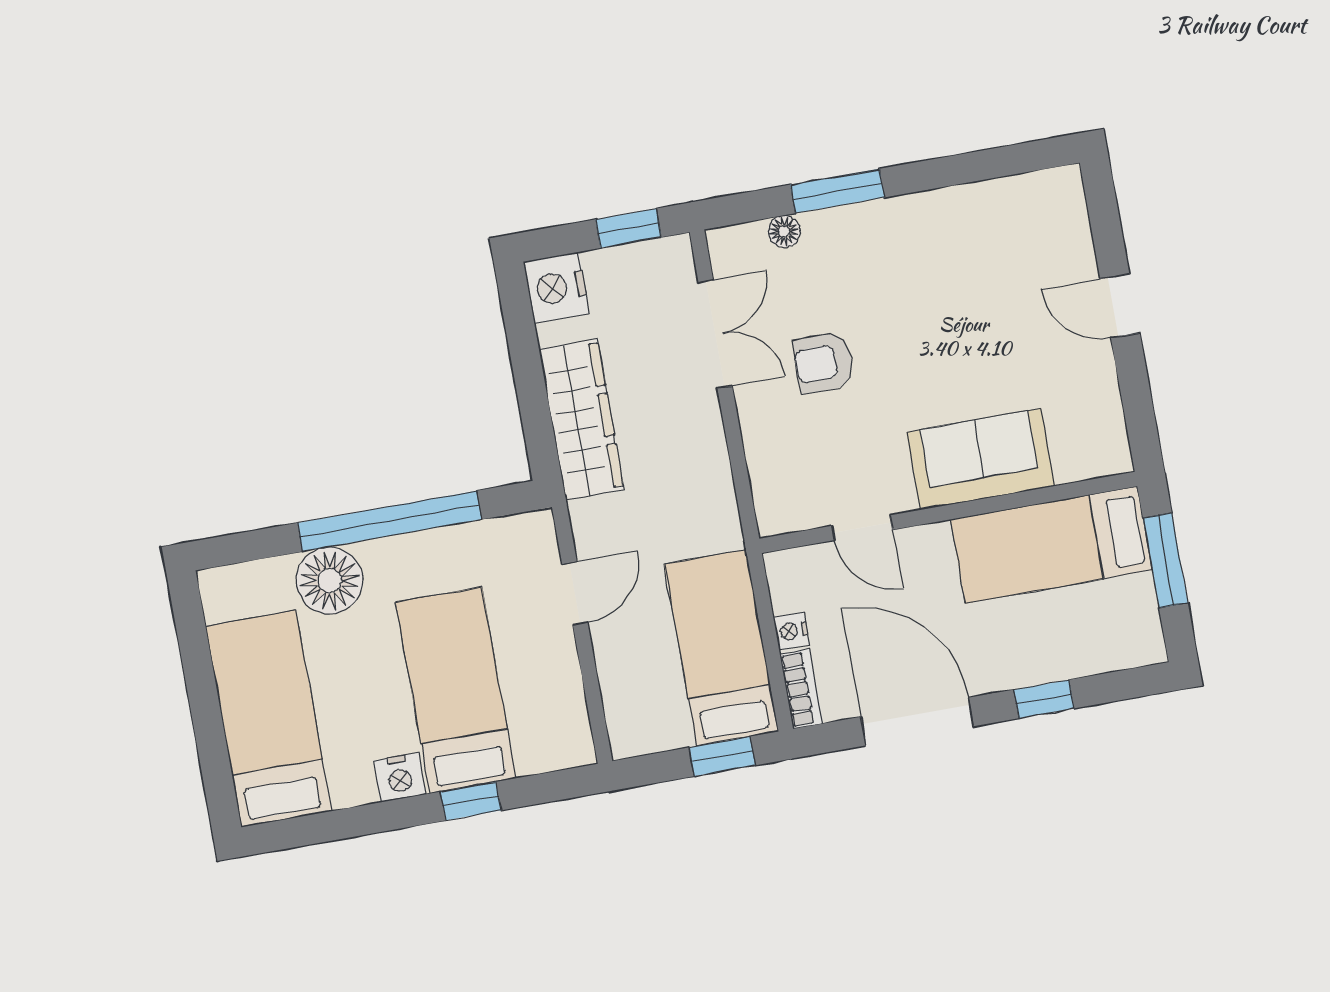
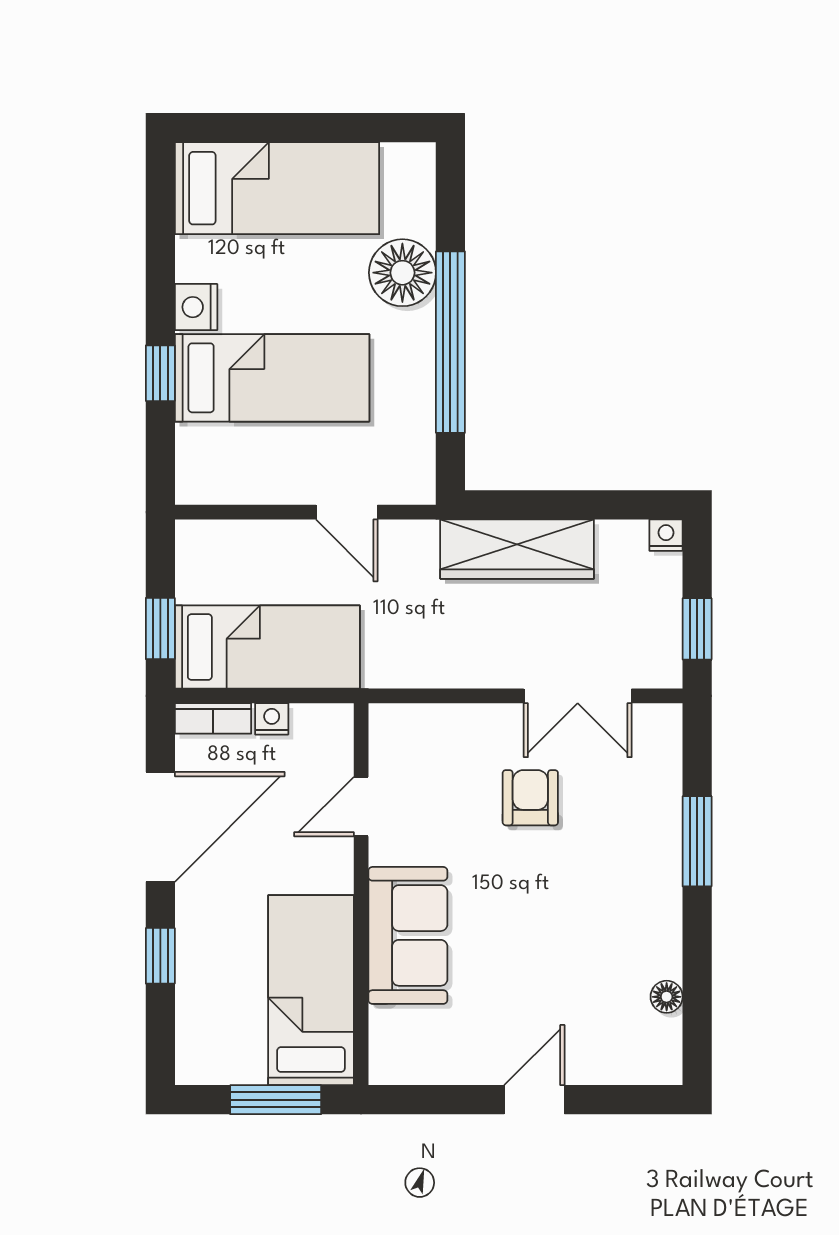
floor lamp: (784, 232) -> (667, 997), moved
nightstand: (556, 288) -> (666, 535), width x0.53, depth x0.56

